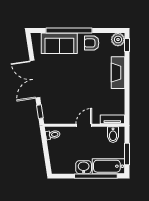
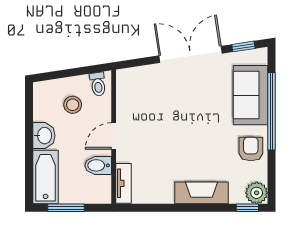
window: (40, 112) -> (243, 46), moved
door: (84, 125) -> (114, 136), swing flipped
bidet: (113, 135) -> (98, 165), moved
stool: (65, 150) -> (73, 105), added
window: (96, 176) -> (29, 156), removed

